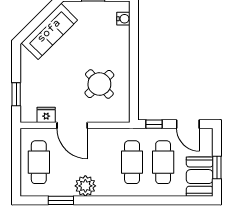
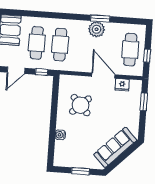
water cooler: (123, 19) -> (60, 135), moved
door: (188, 124) -> (16, 70), swing flipped
window: (16, 156) -> (147, 56), added
window: (61, 200) -> (100, 19), moved

